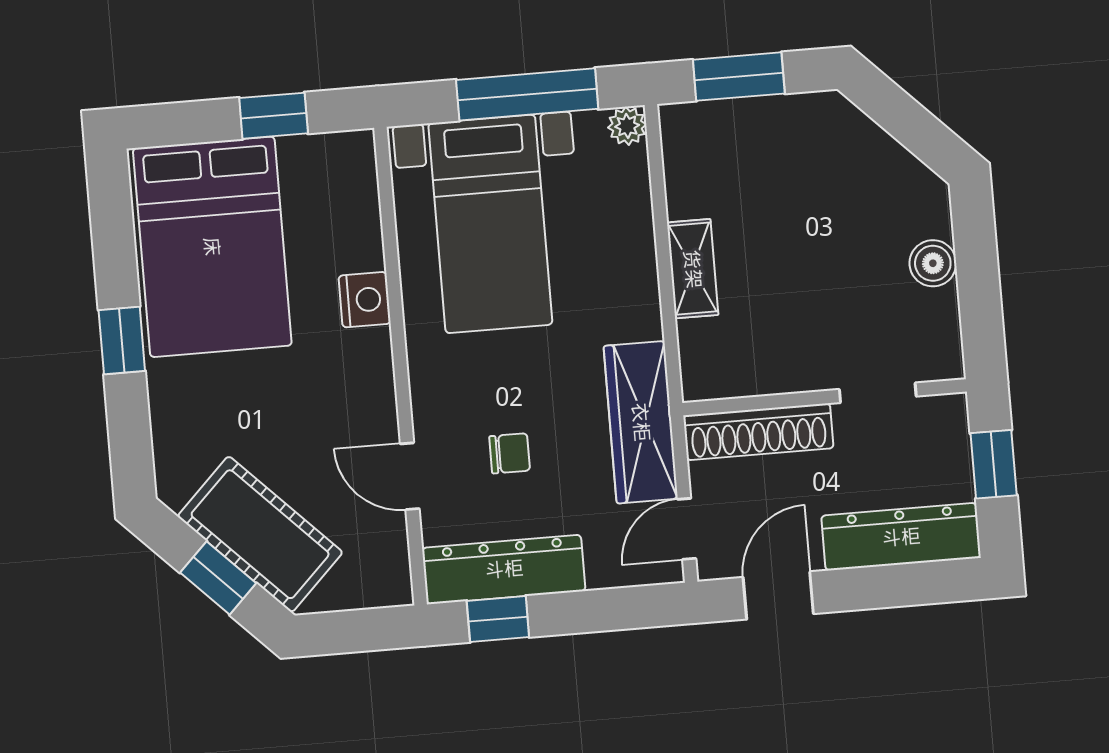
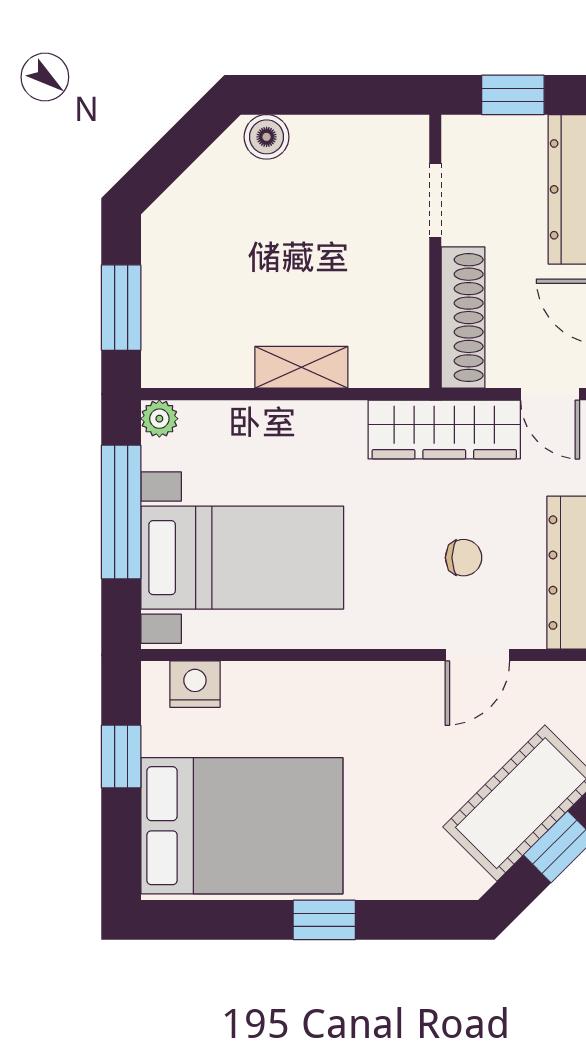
boiler: (933, 263) -> (267, 137), moved
nightstand: (365, 300) -> (195, 684), moved
chair: (510, 453) -> (464, 558), turned 90

